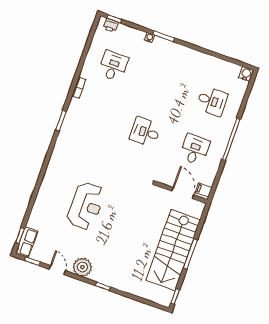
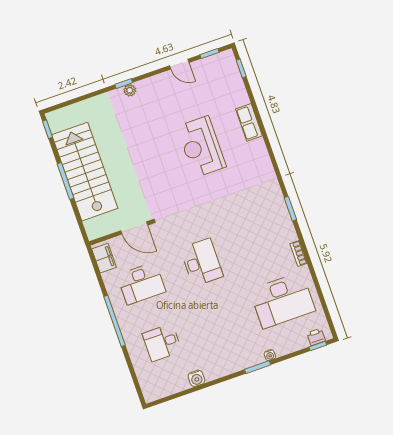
desk: (113, 66) -> (282, 300), width x1.87, depth x1.30
water cooler: (246, 74) -> (196, 378), moved
desk: (145, 132) -> (202, 262), width x1.37
desk: (195, 150) -> (141, 283), width x1.37
filing cabinet: (204, 190) -> (104, 258), width x2.00
door: (183, 193) -> (134, 228), moved
row of seats: (27, 242) -> (249, 122), moved
plant: (82, 267) -> (130, 90), moved, width x0.53, depth x0.53

